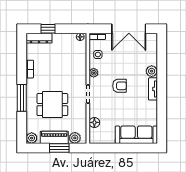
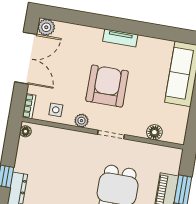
plant: (152, 71) -> (46, 27), moved
armchair: (120, 86) -> (107, 86), width x1.88, depth x1.88
plant: (75, 138) -> (172, 165), removed

